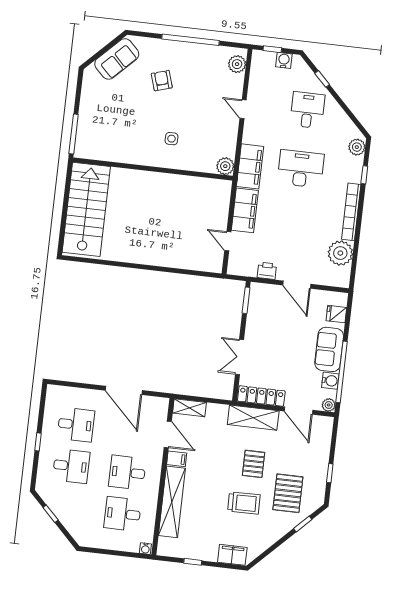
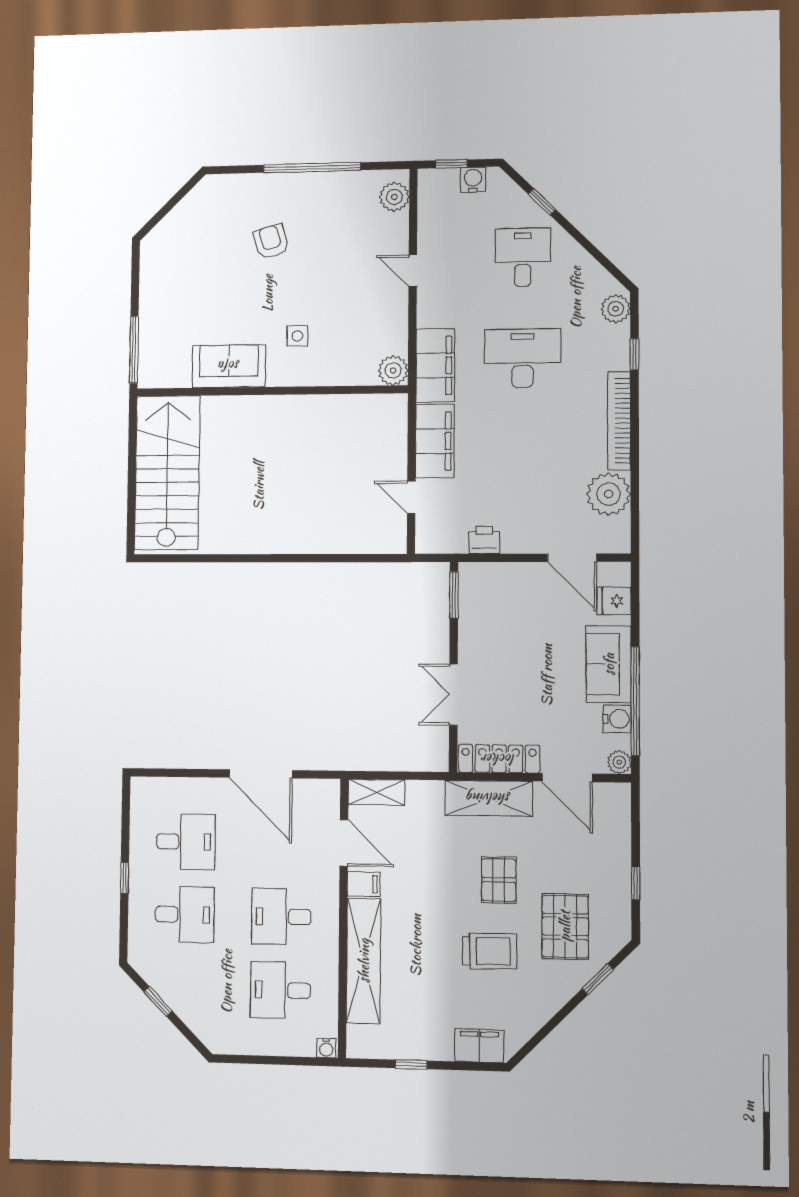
sofa: (117, 59) -> (229, 366), moved, turned -135
door: (297, 285) -> (572, 558), moved

